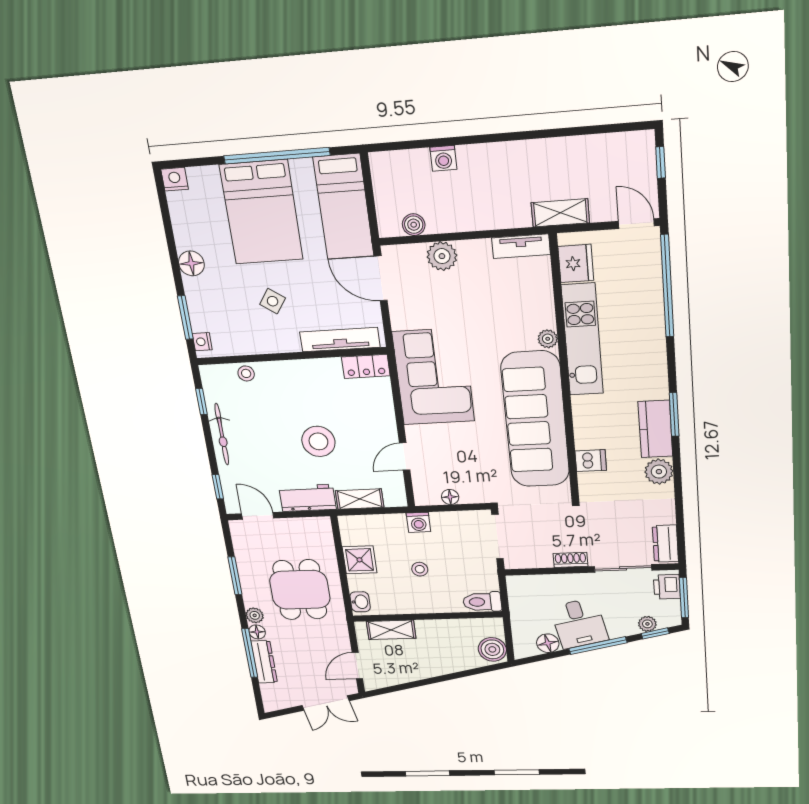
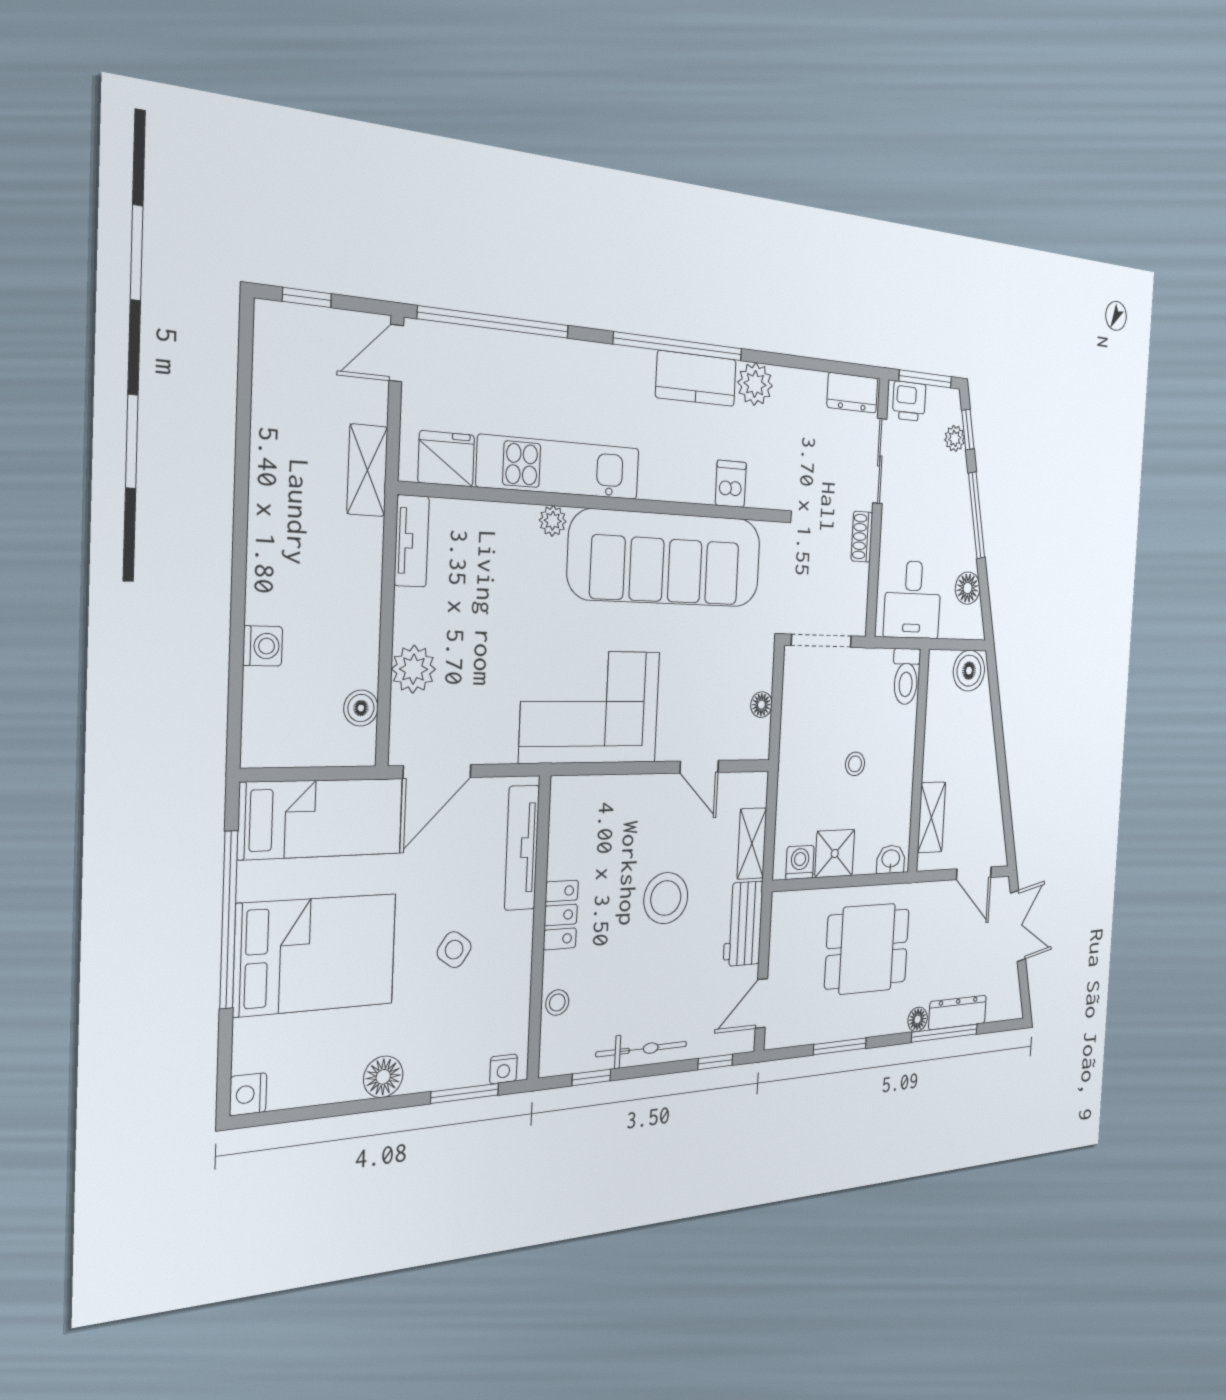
locker: (366, 366) -> (561, 915), moved
window: (674, 414) -> (679, 346), width x2.11
washing machine: (418, 522) -> (800, 862), moved, turned -90
plant: (255, 615) -> (895, 1021), removed
desk: (579, 623) -> (913, 600), moved, turned 102

